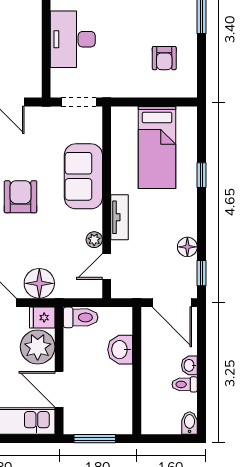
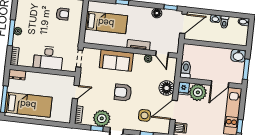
washbasin: (120, 350) -> (238, 56), moved

